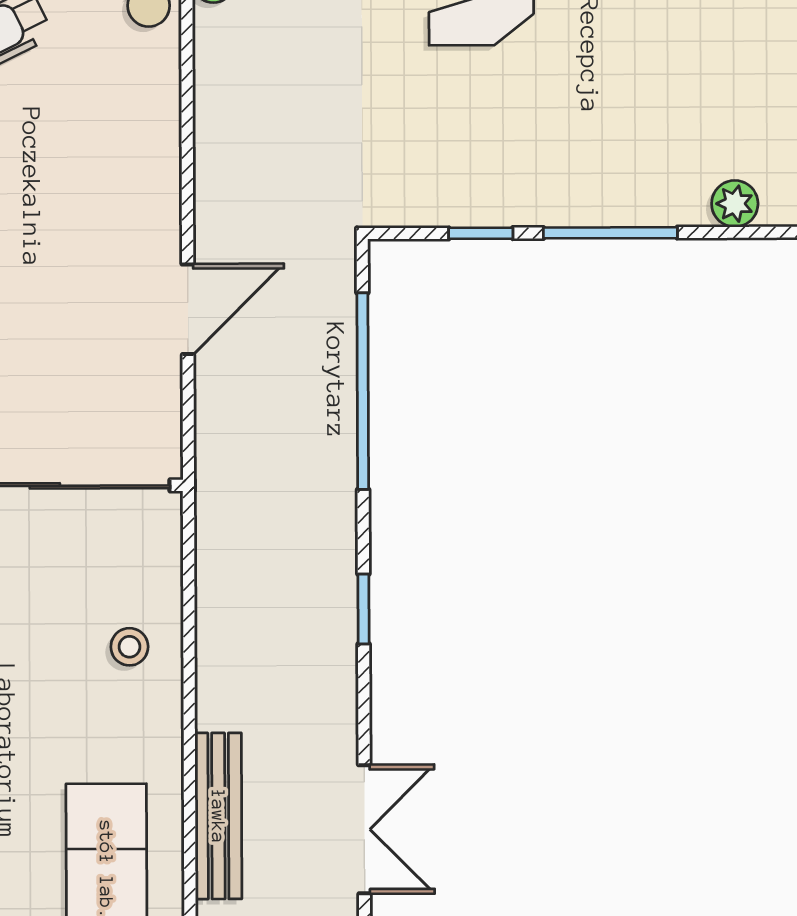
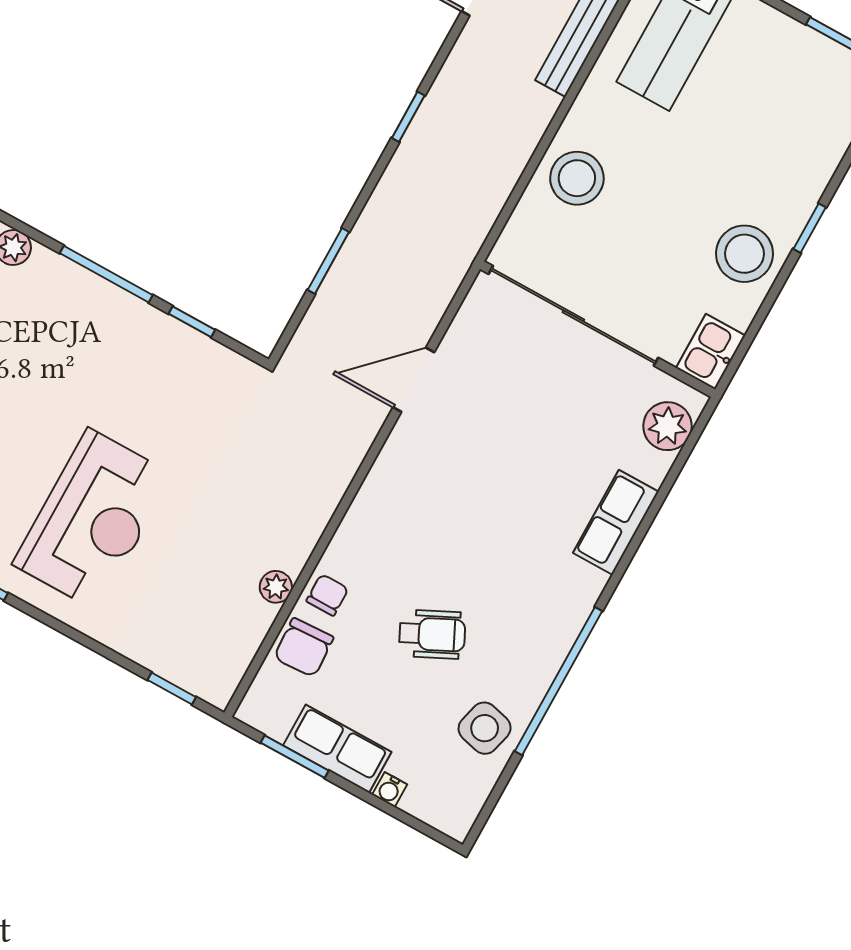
window: (363, 391) -> (328, 261), width x0.47
stool: (129, 647) -> (577, 178), width x1.89, depth x1.89

